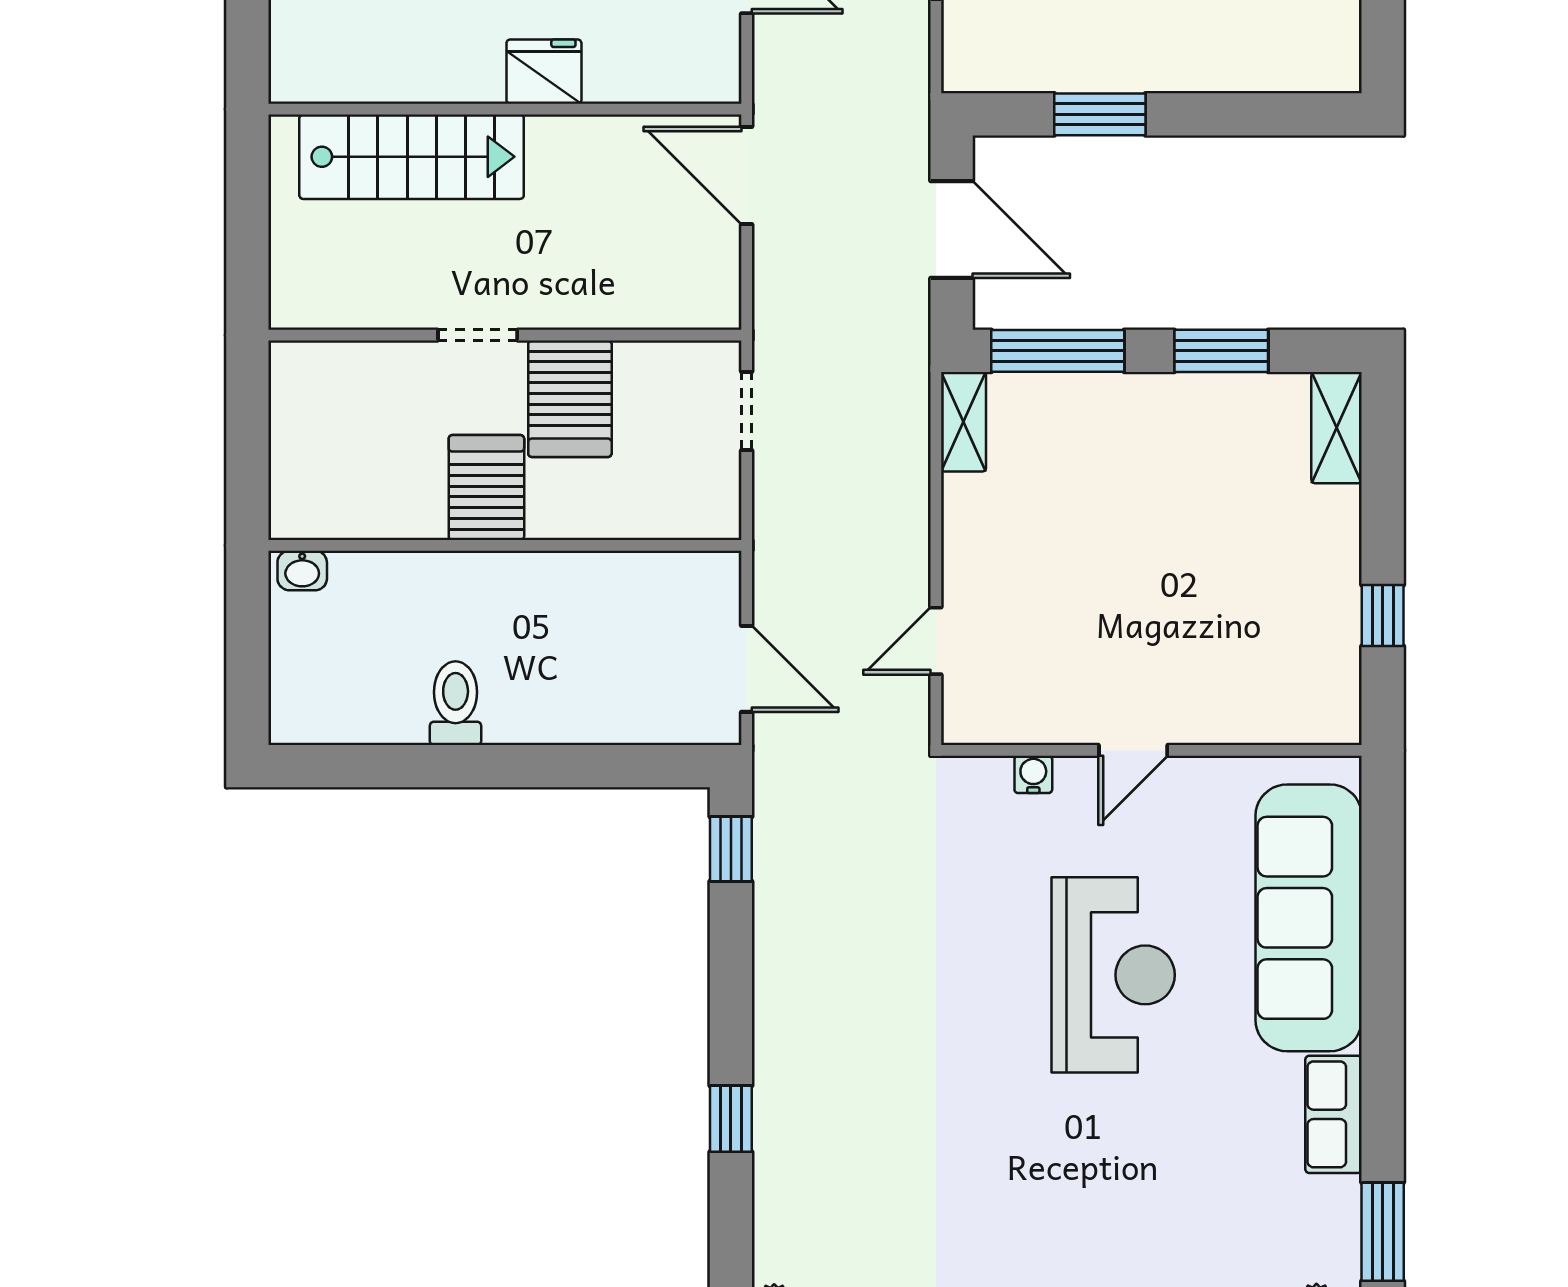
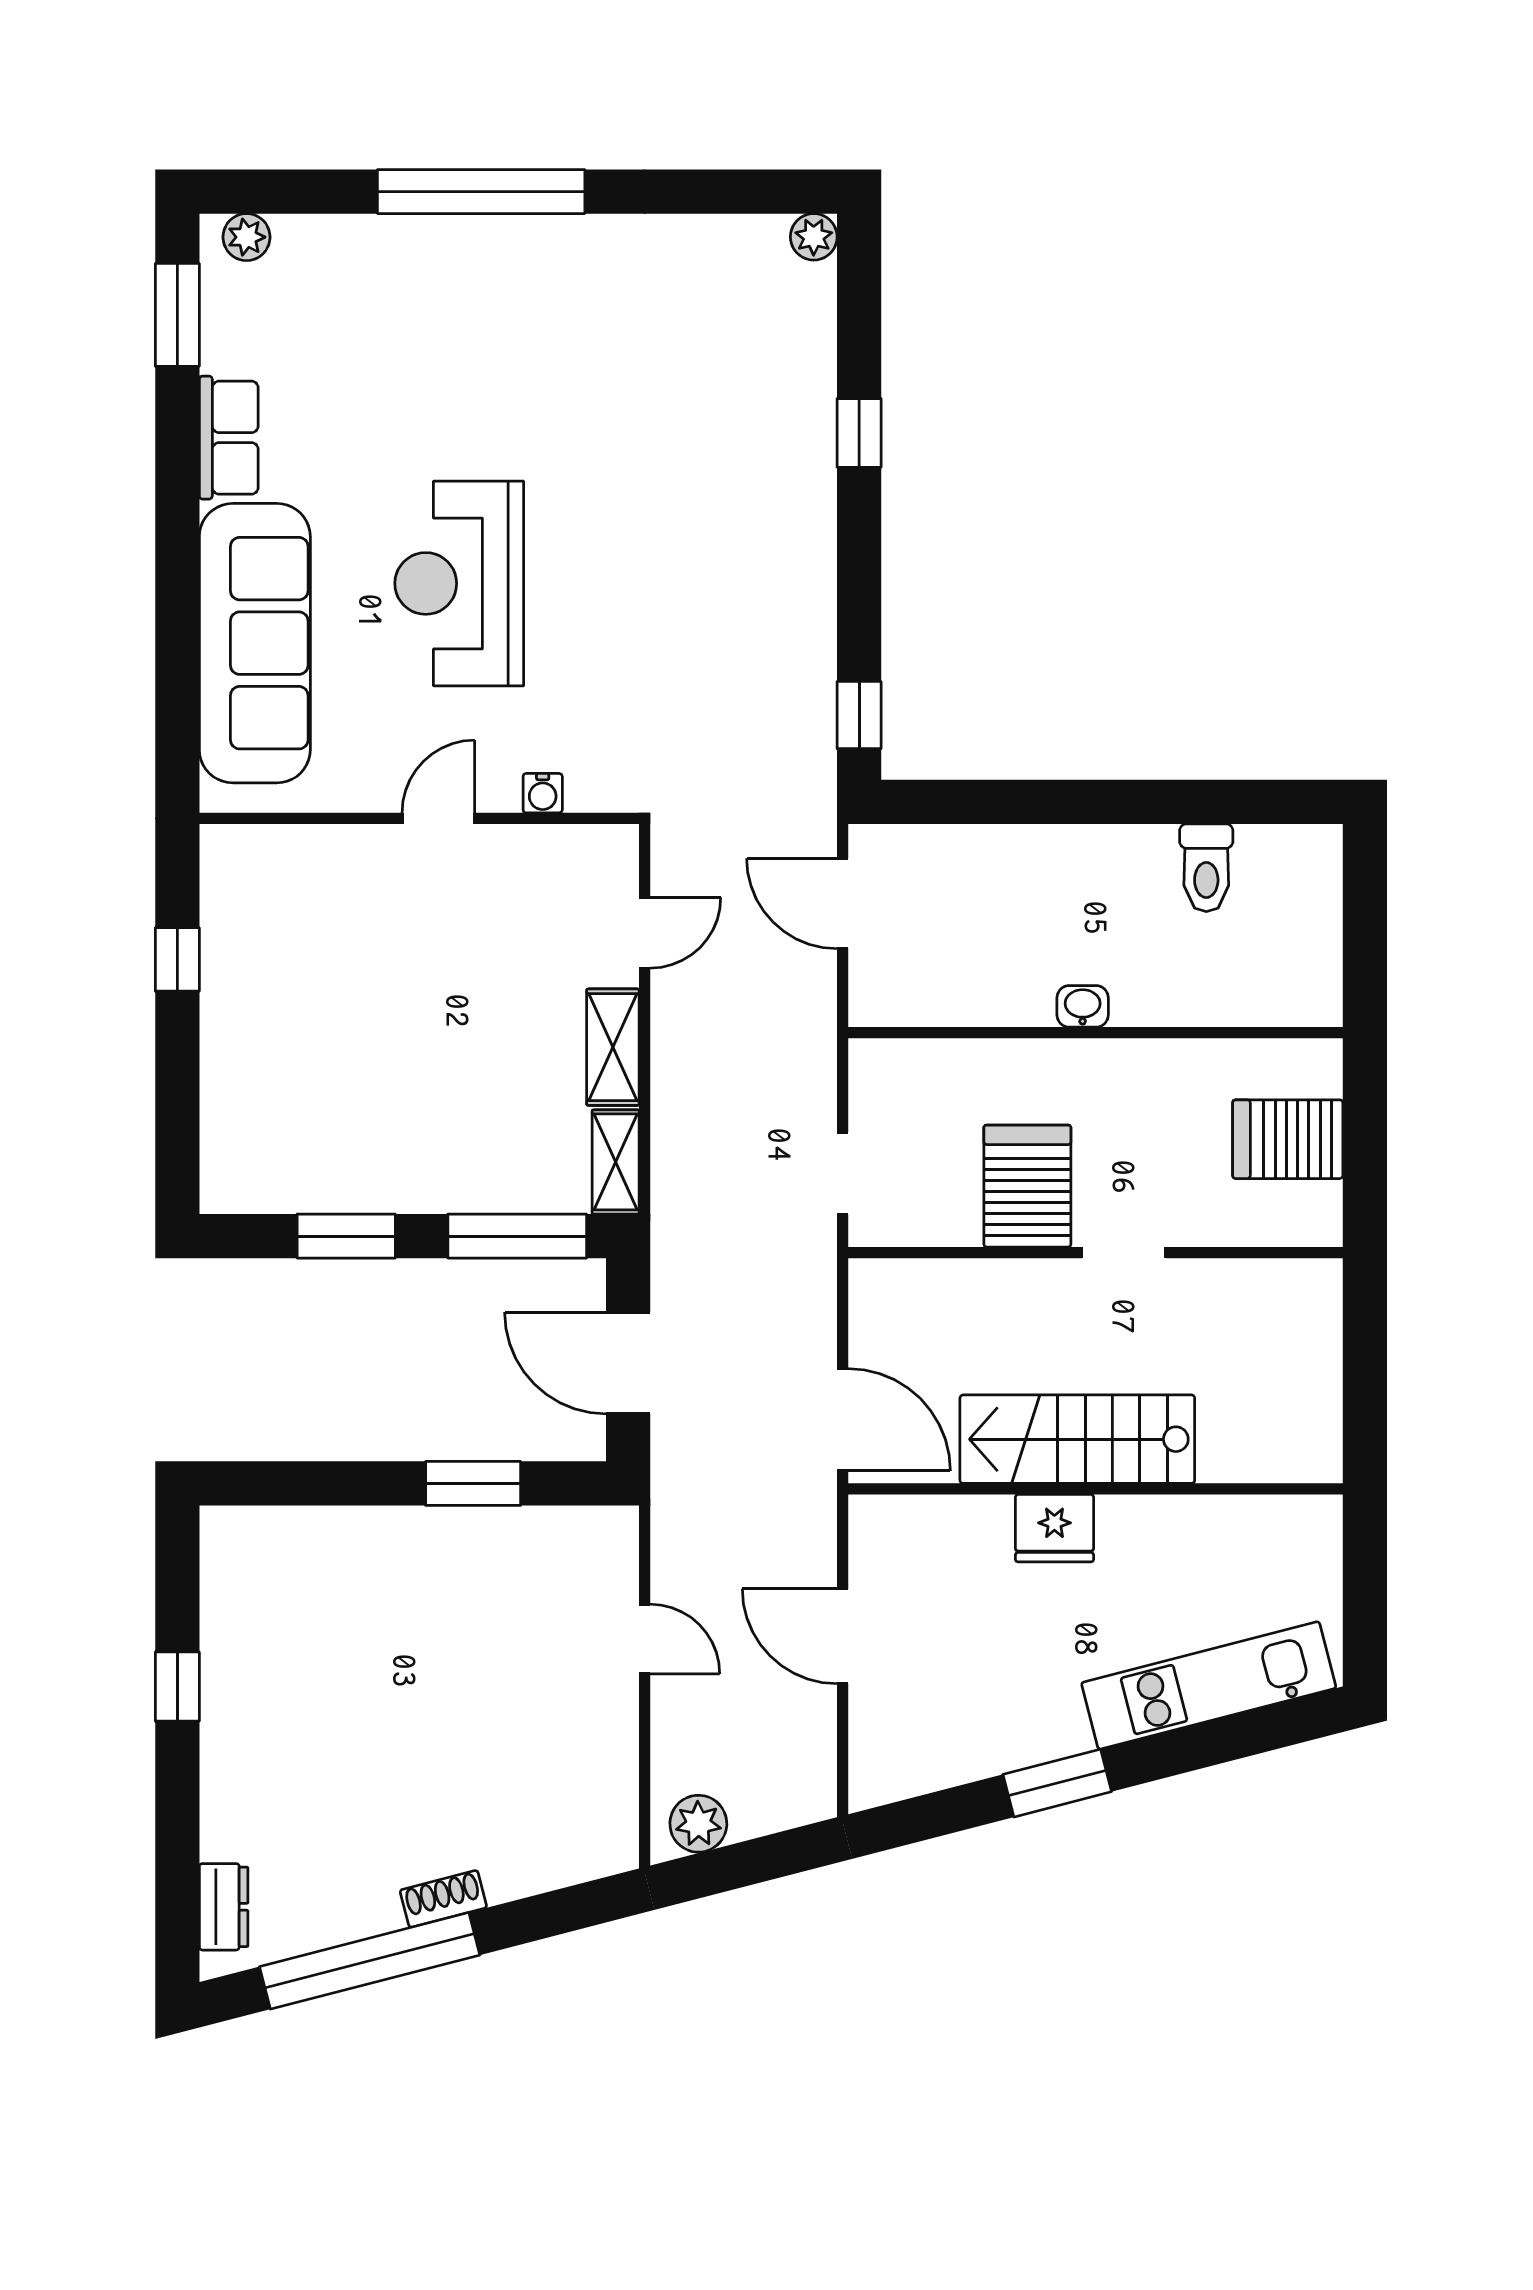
stairs: (412, 157) -> (1077, 1439), moved
shelving: (1337, 428) -> (613, 1047), moved
server rack: (486, 488) -> (1288, 1139), moved, turned 90
washbasin: (302, 571) -> (1083, 1006), moved
toilet: (456, 703) -> (1206, 868), moved

